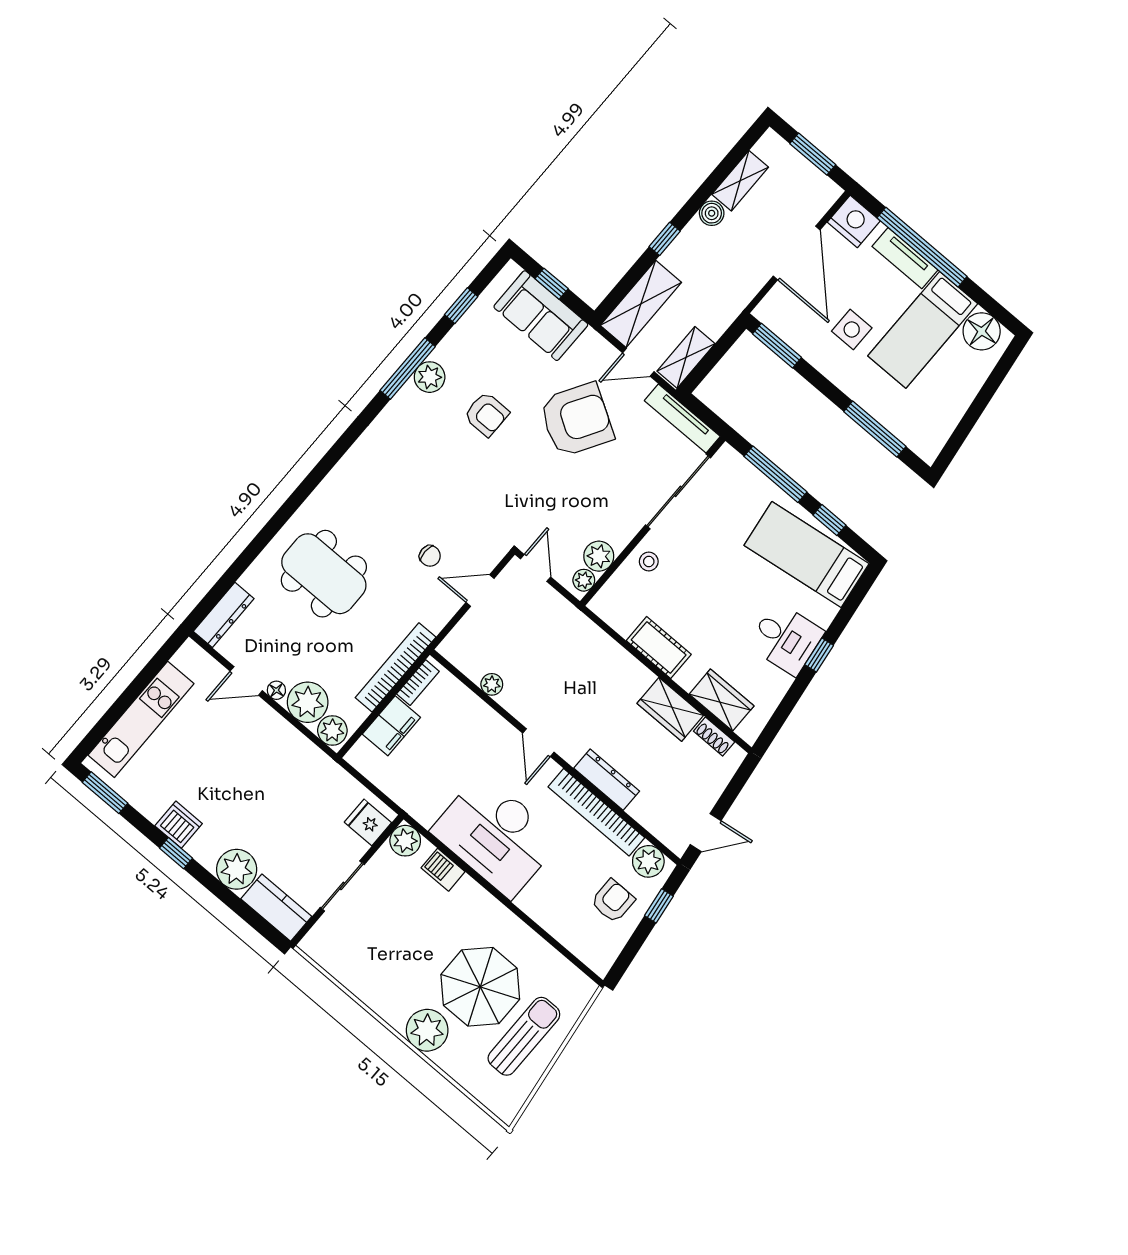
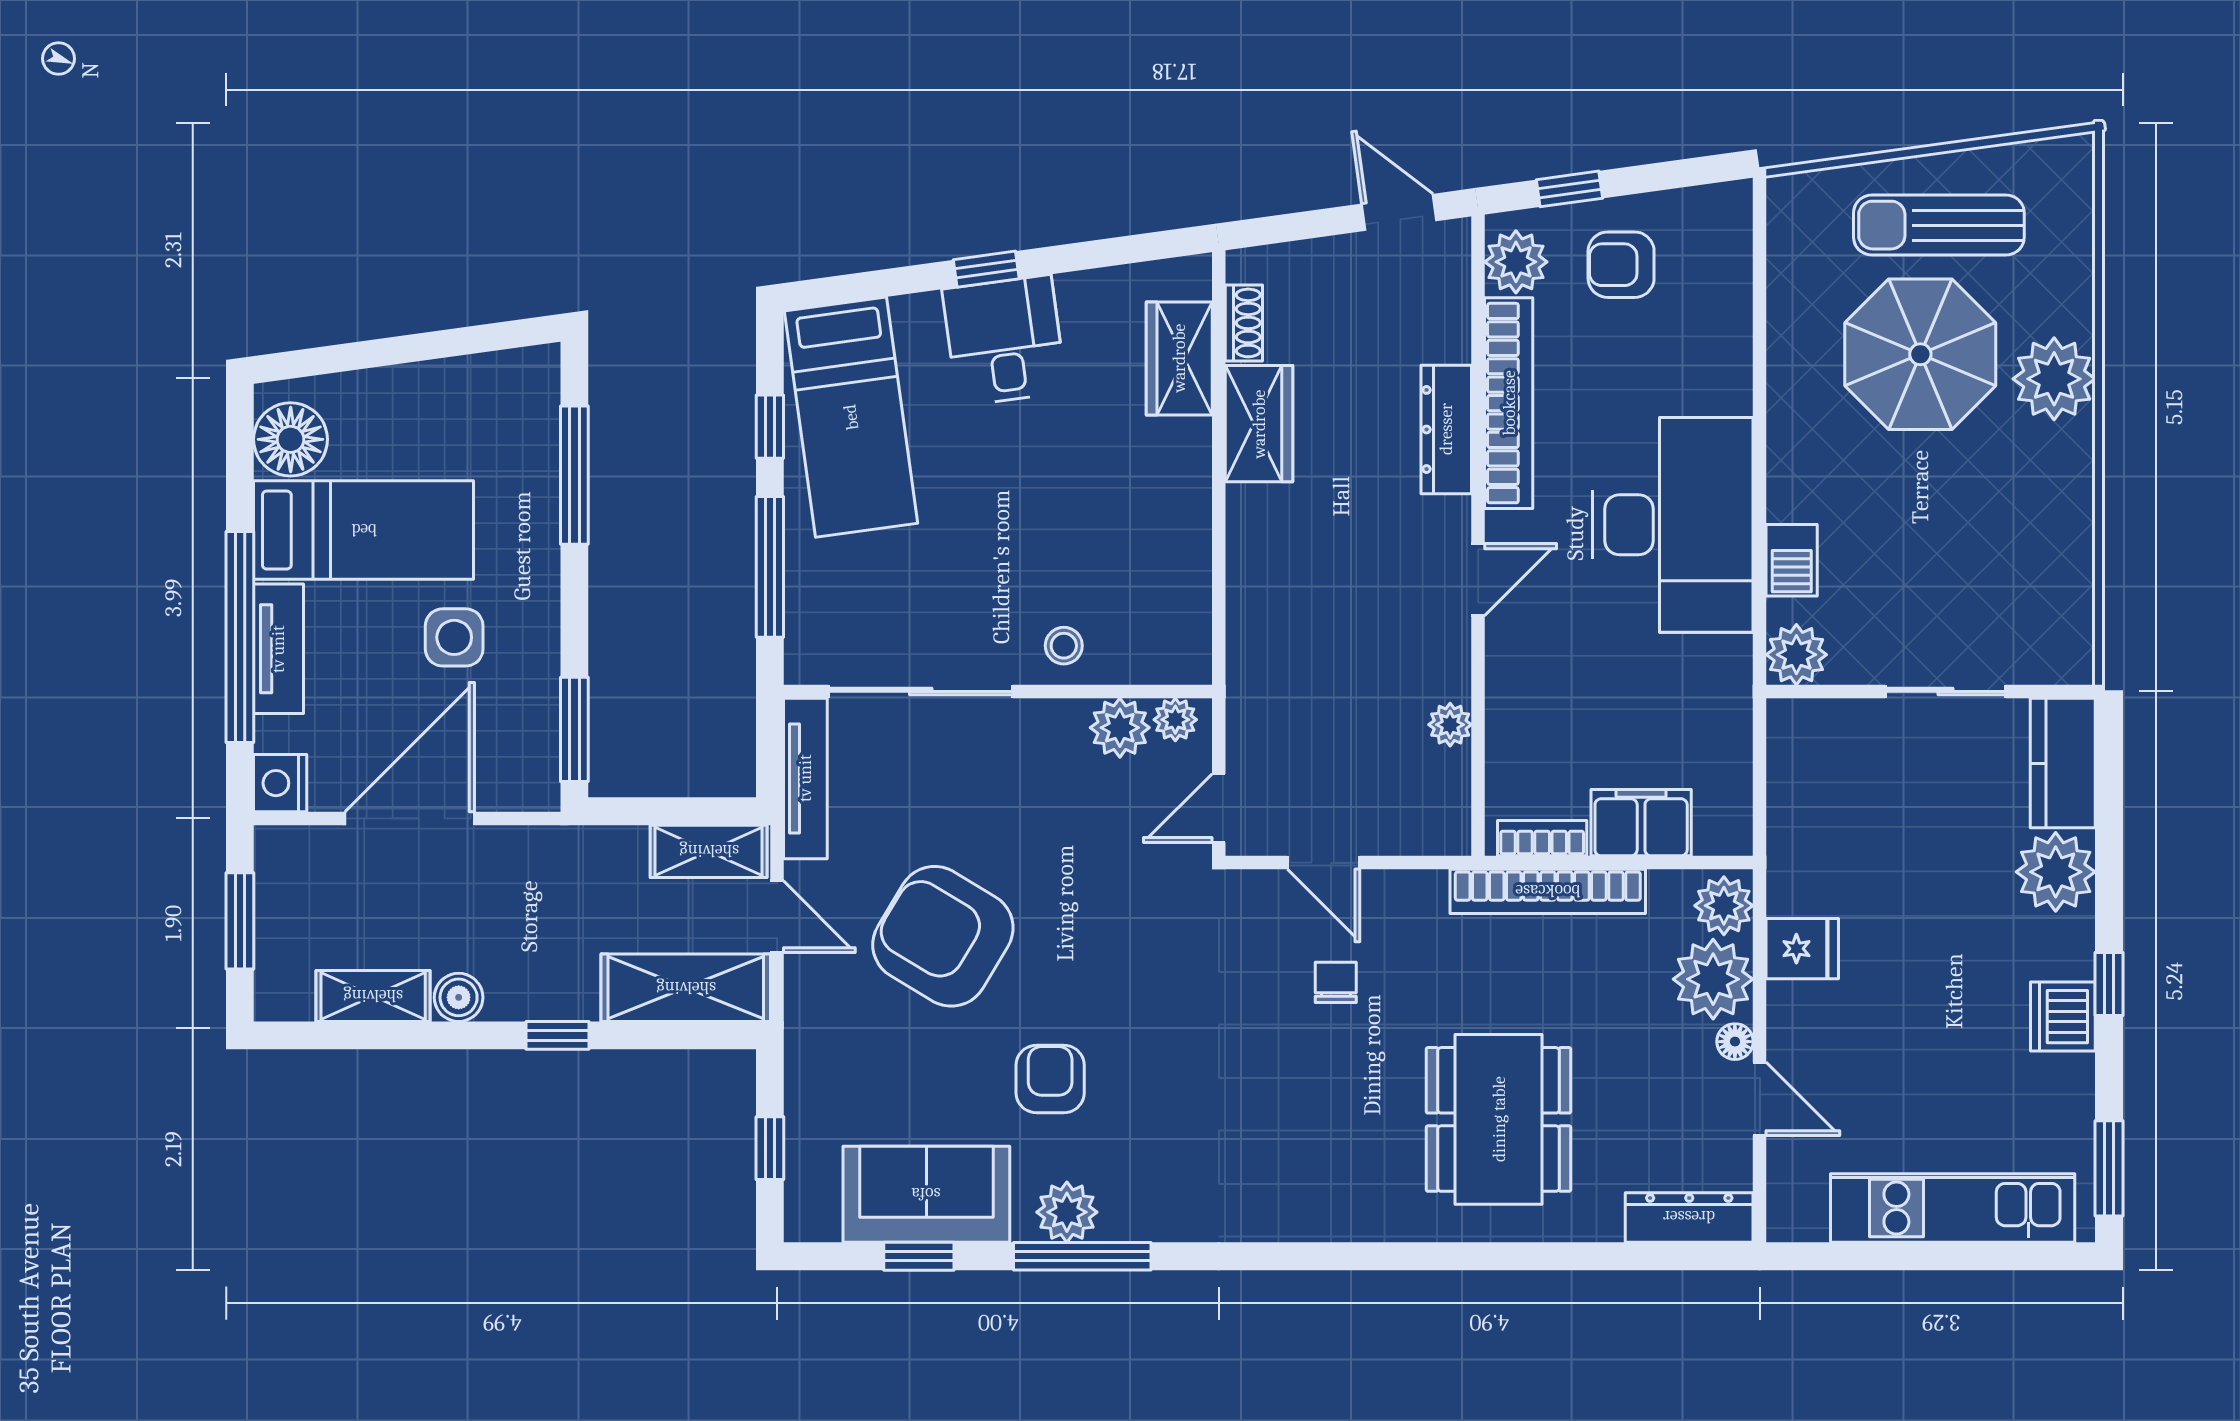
nightstand: (854, 221) -> (280, 783), width x0.74, depth x0.75
sofa: (541, 316) -> (926, 1194), moved, turned -90
cot: (659, 647) -> (1181, 521), removed
fridge: (368, 822) -> (1802, 949), moved, turned -90

